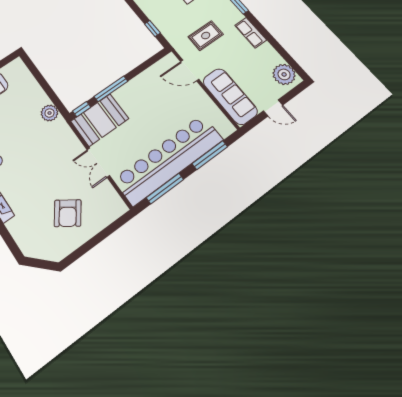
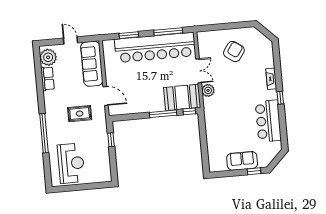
row of seats: (251, 33) -> (47, 79), moved
plant: (49, 113) -> (208, 90), moved
window: (210, 155) -> (129, 35), width x0.69

